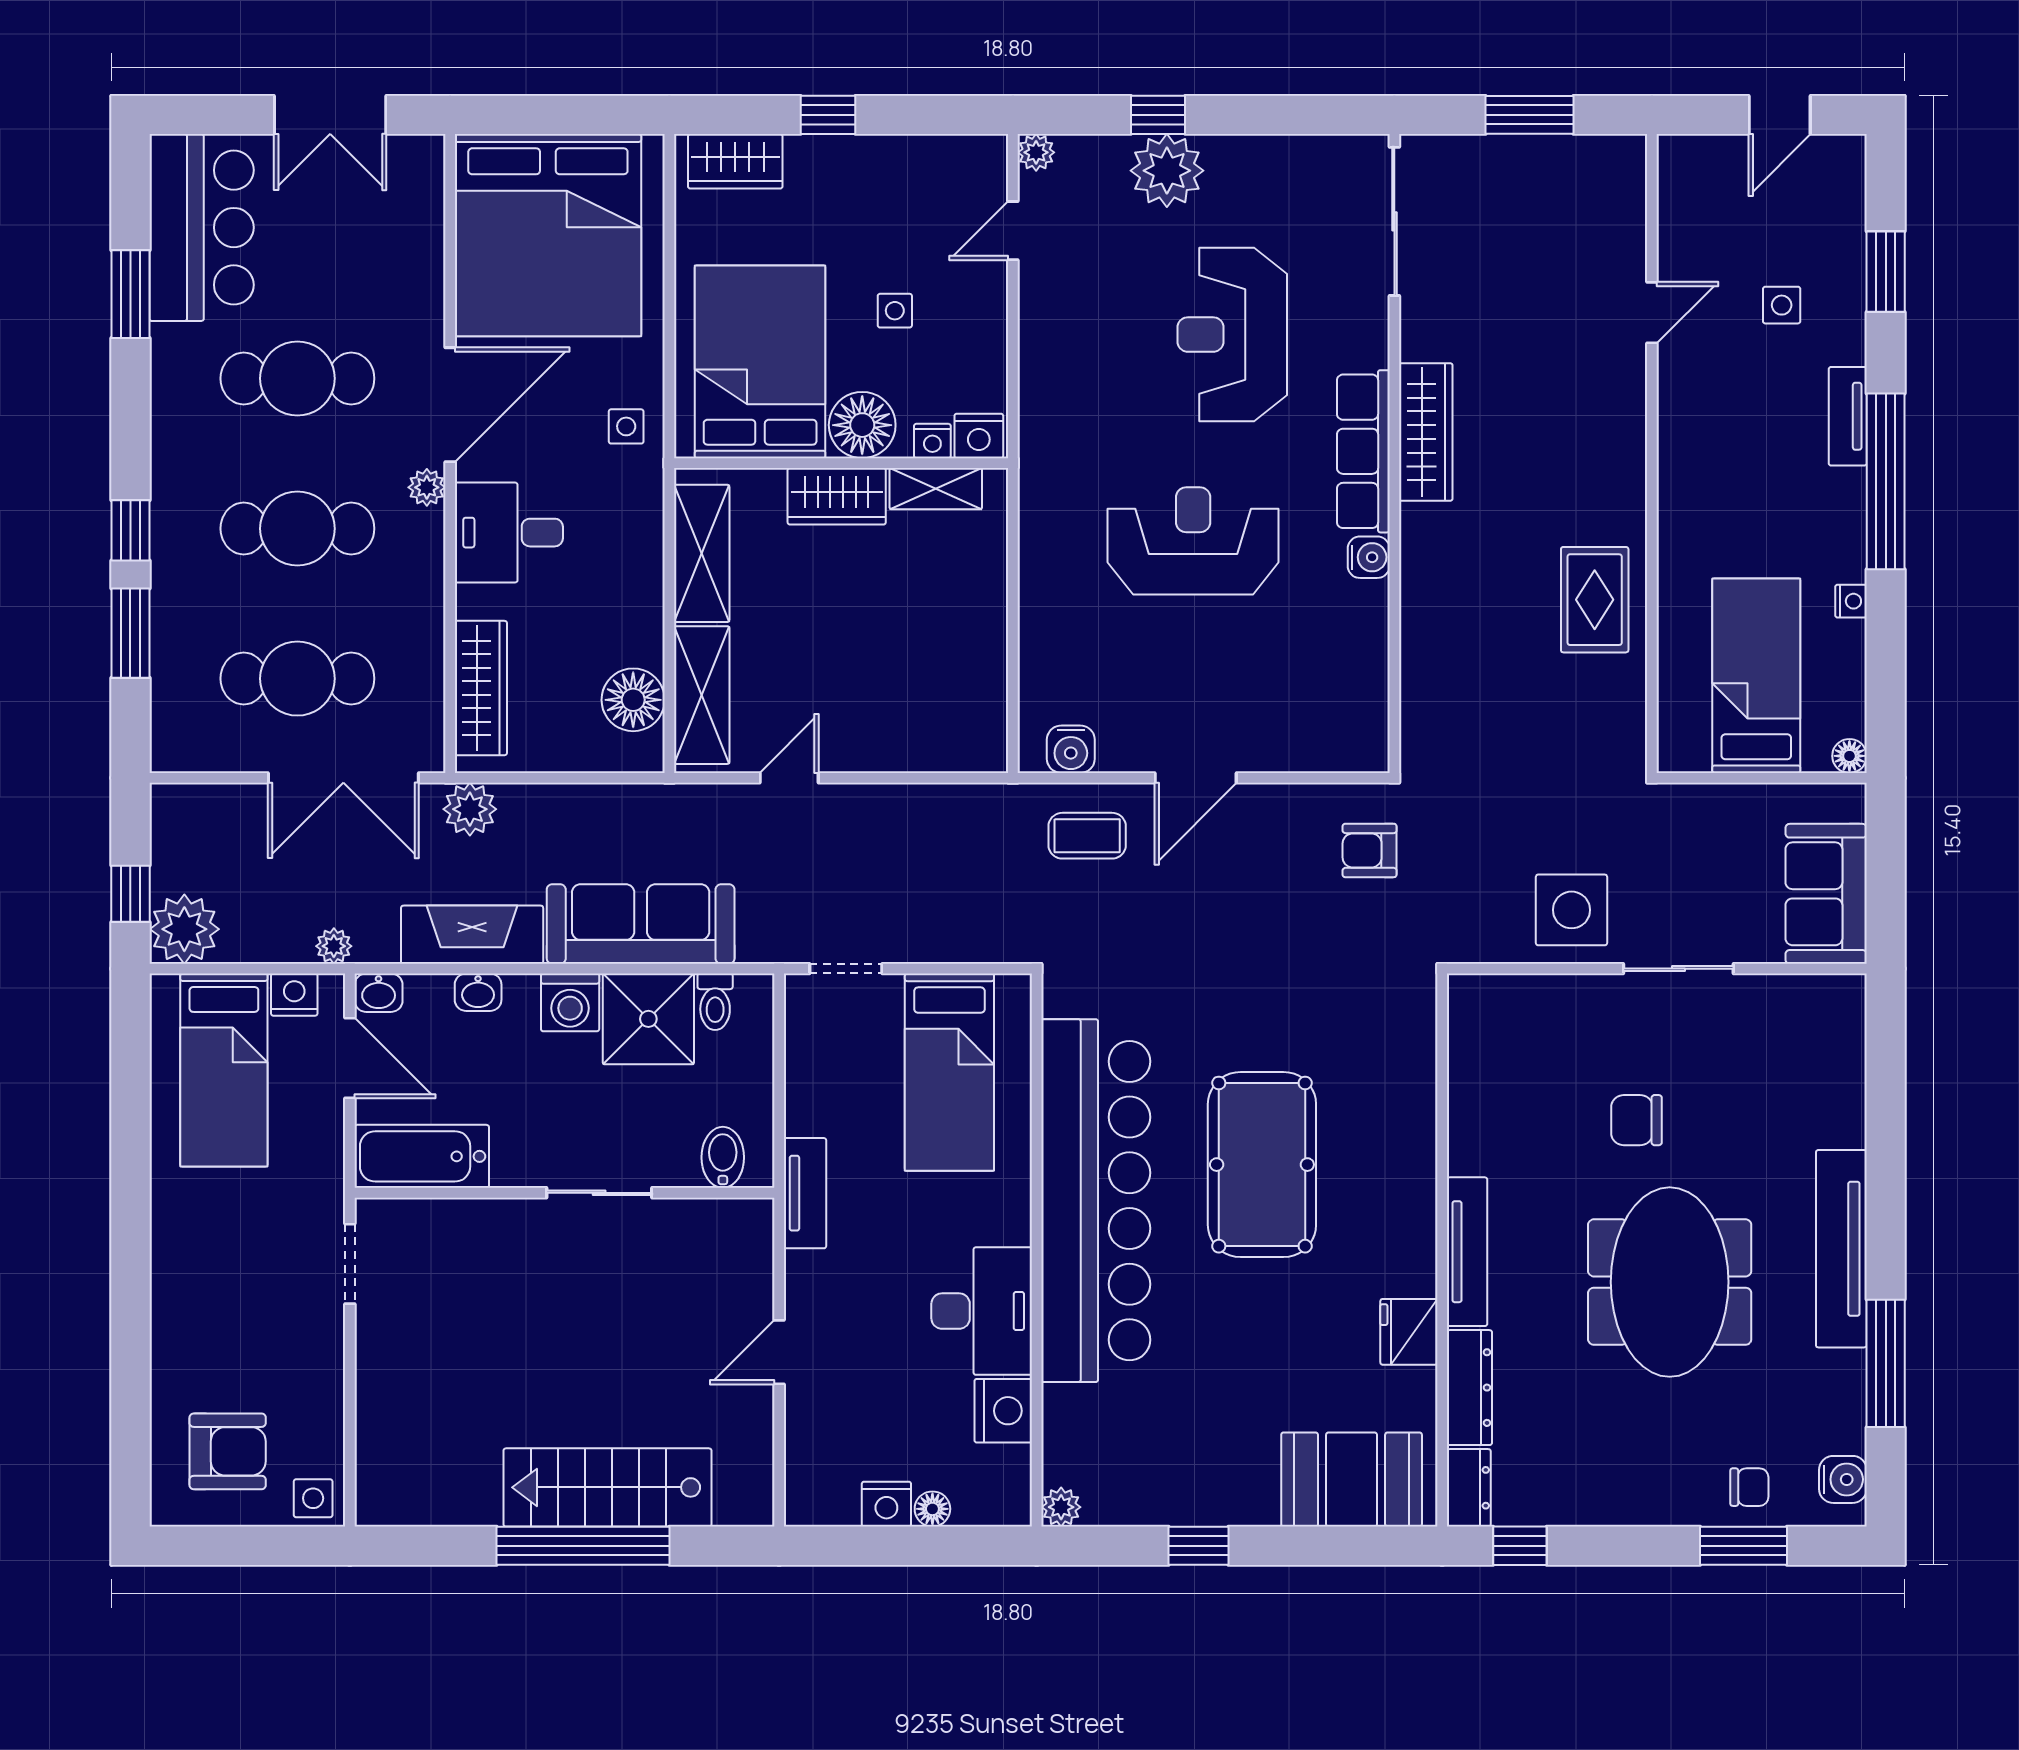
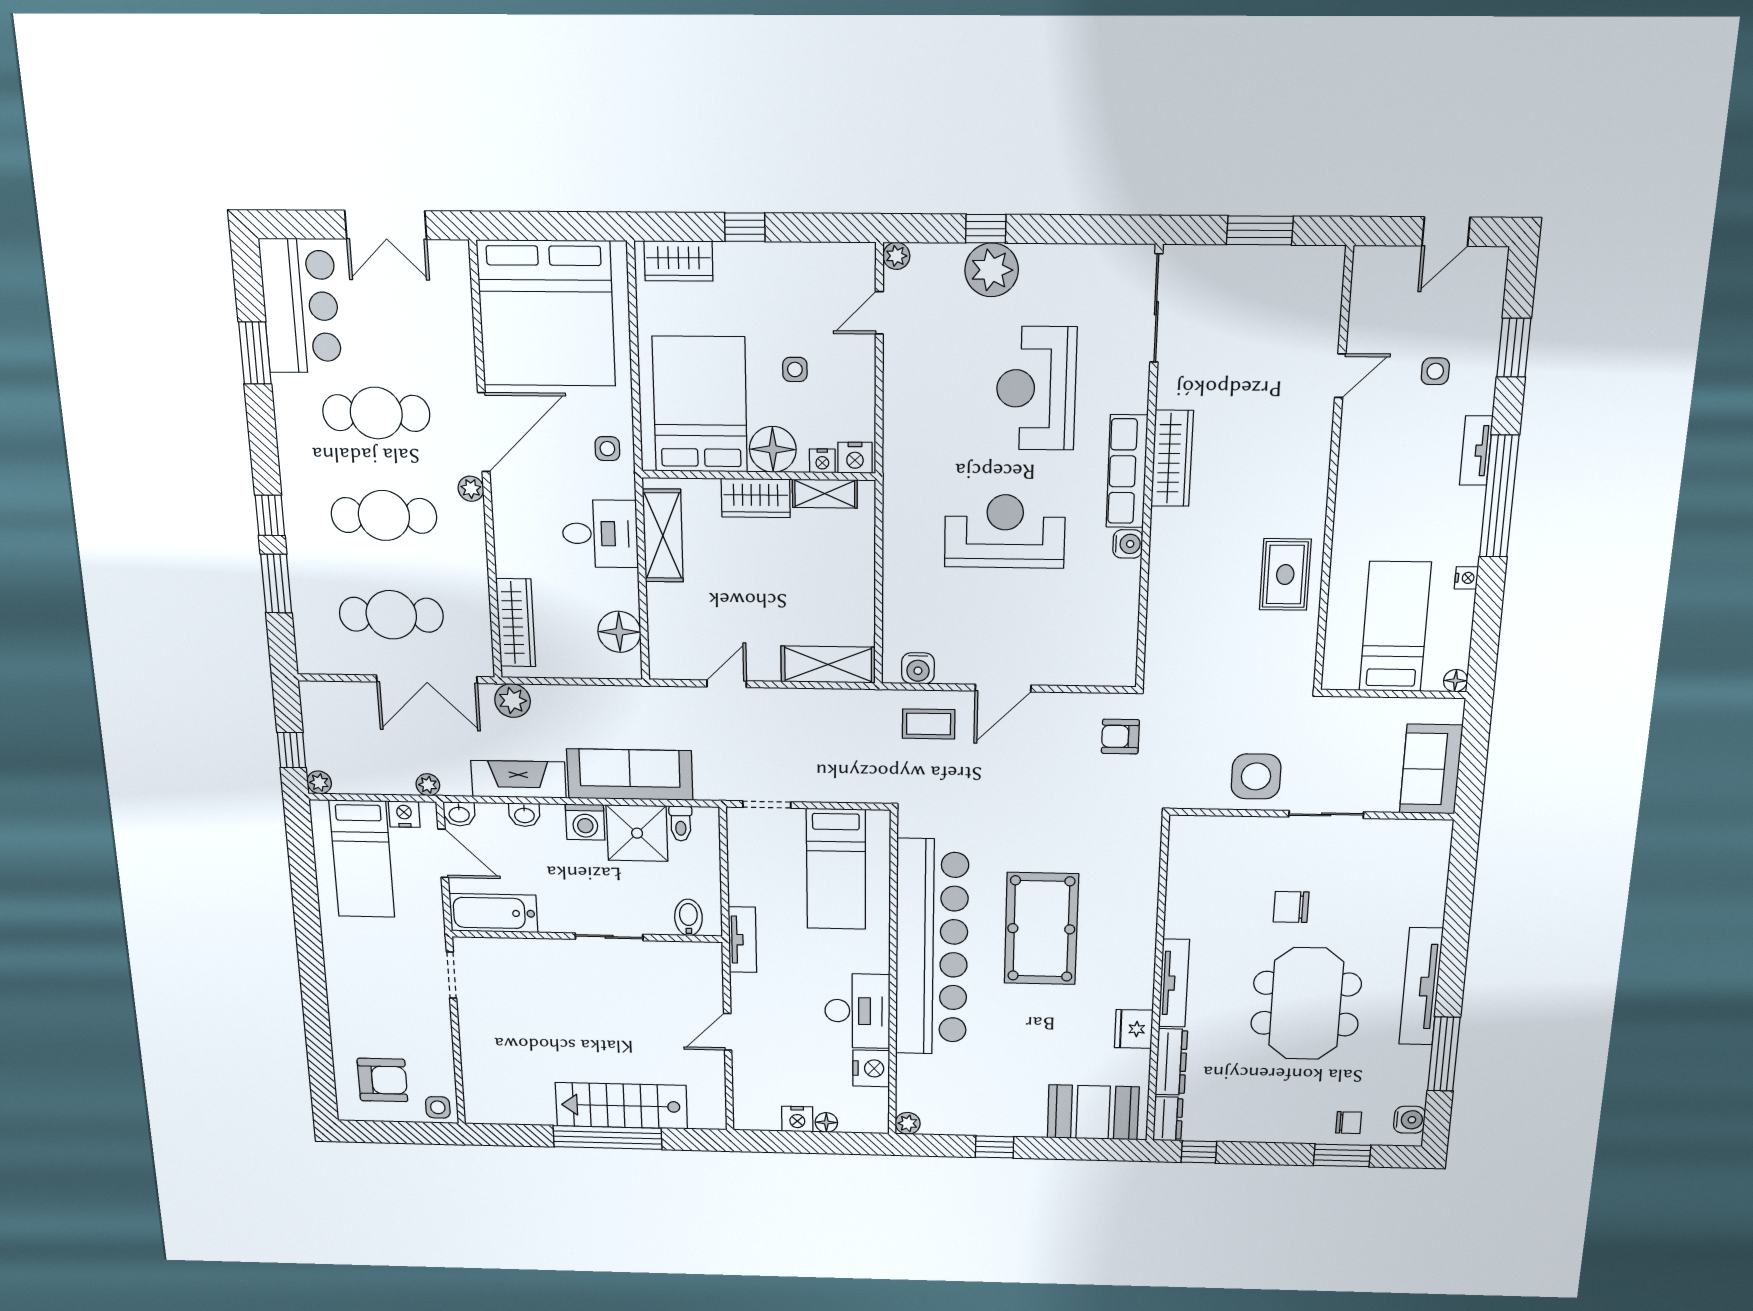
desk: (509, 533) -> (600, 534), moved, turned 180
shelving: (702, 695) -> (828, 664), moved, turned 90
plant: (184, 929) -> (319, 782), width x0.53, depth x0.53

